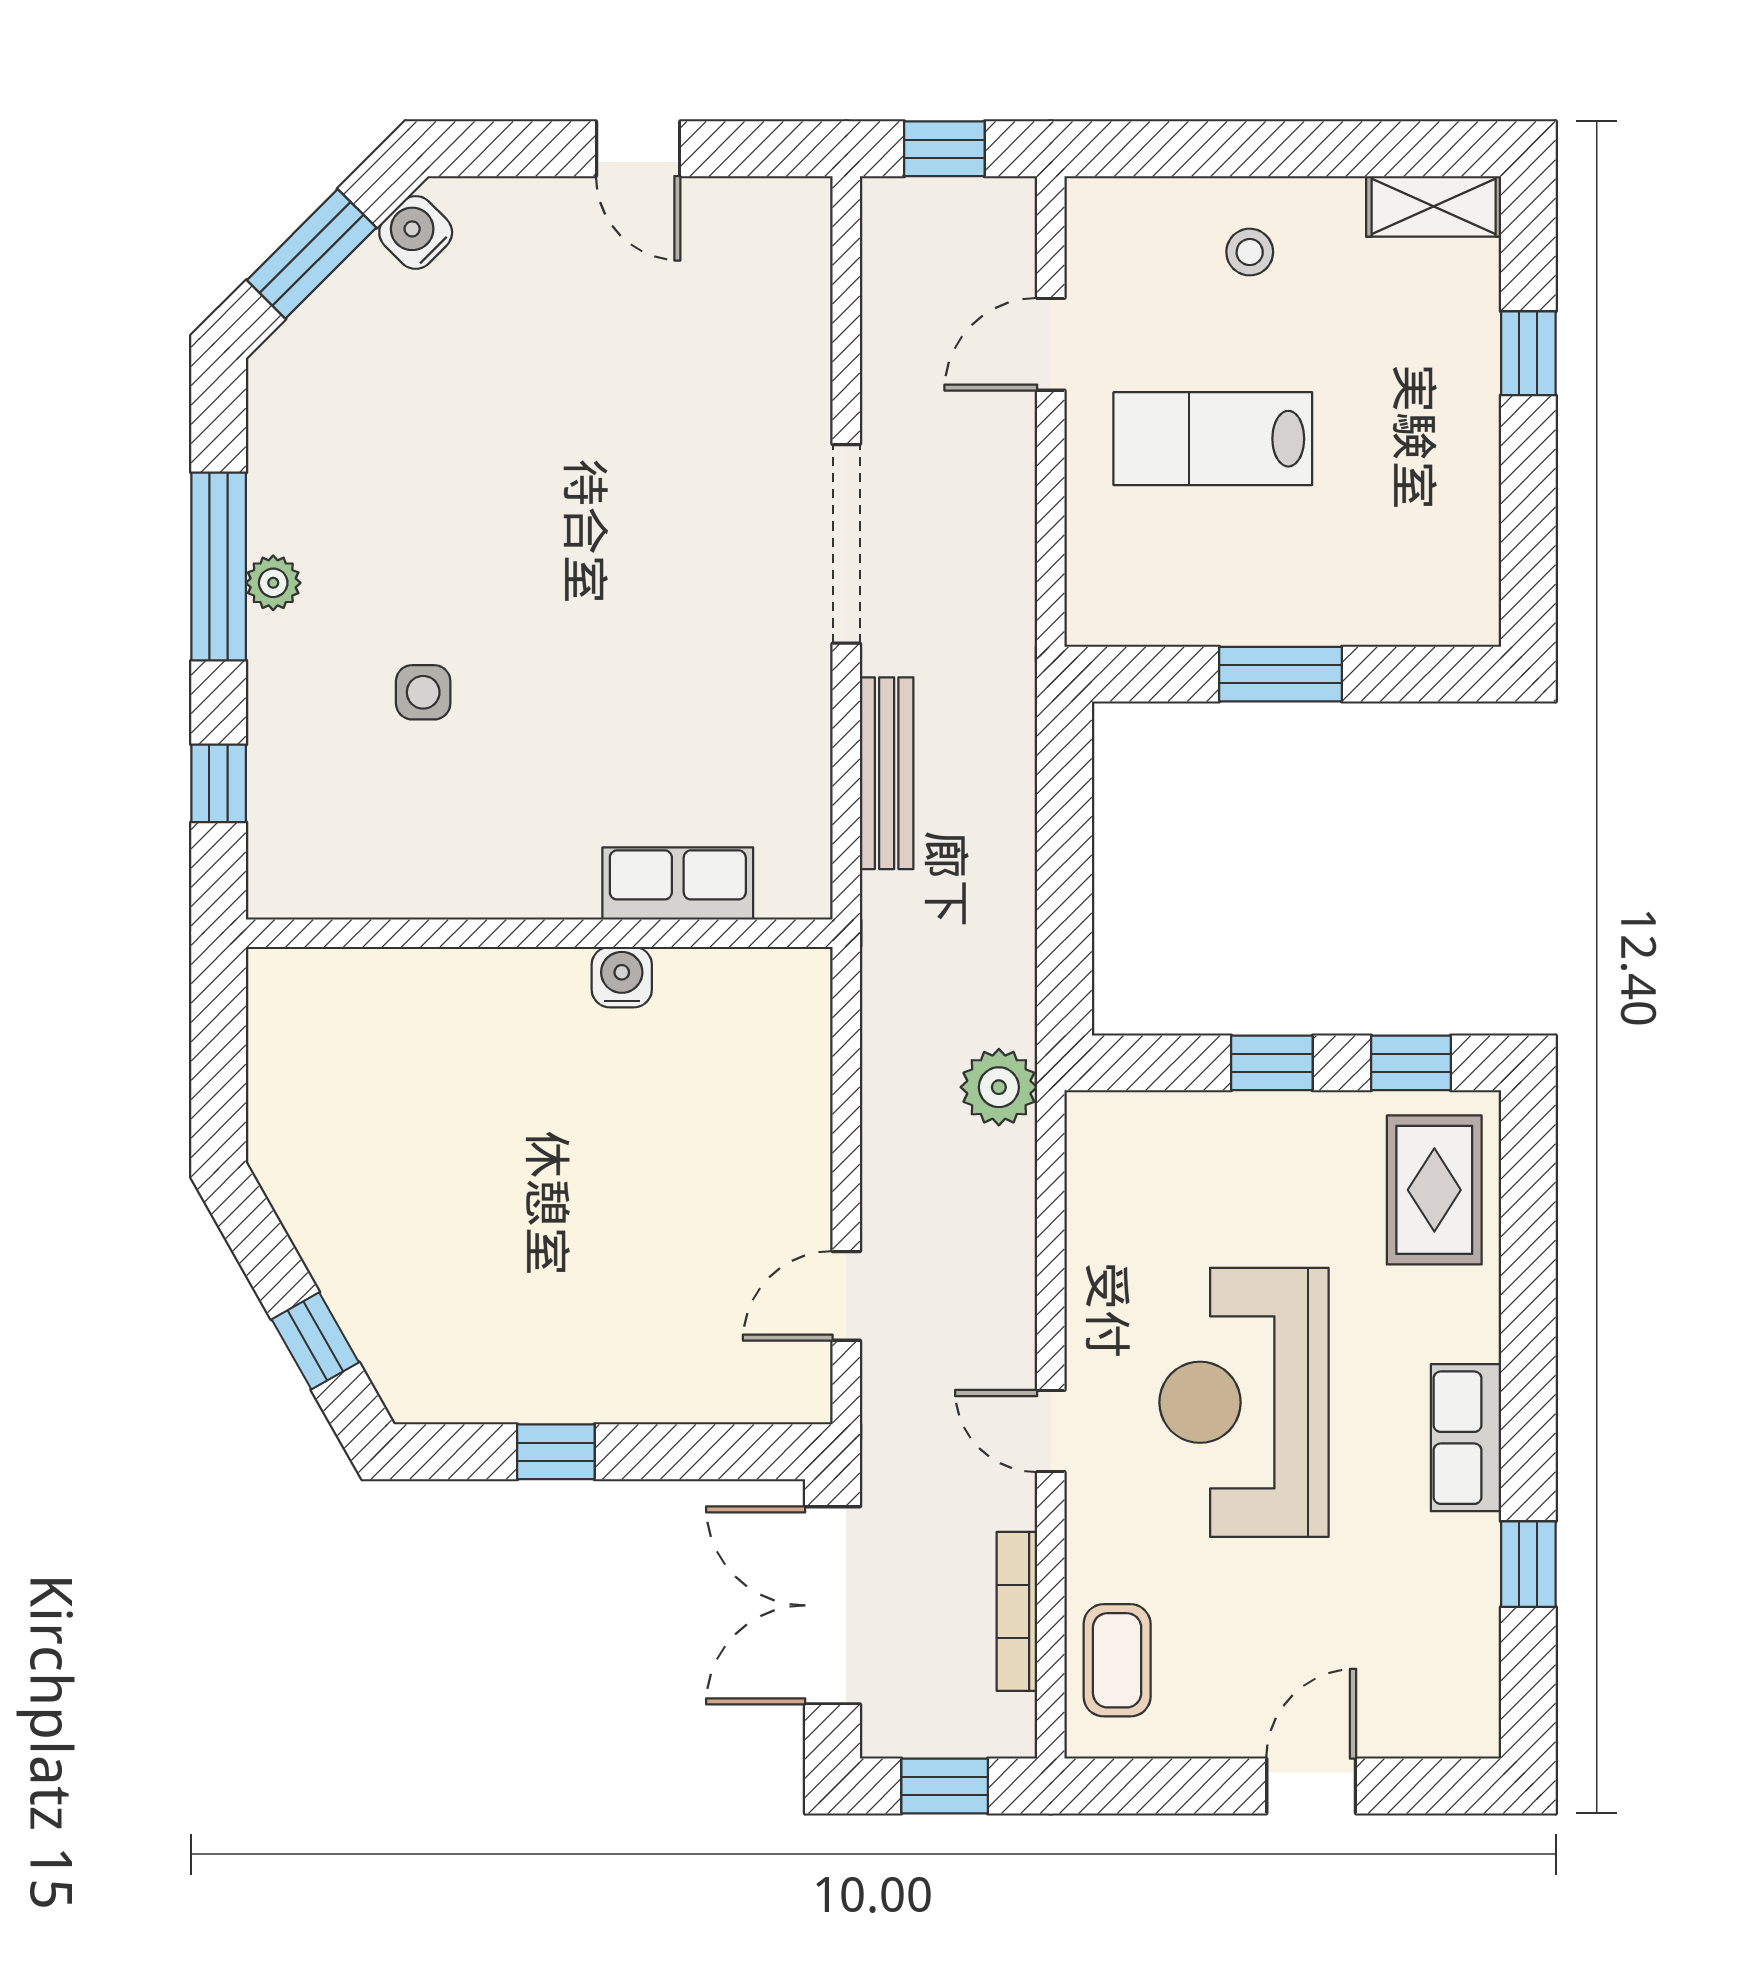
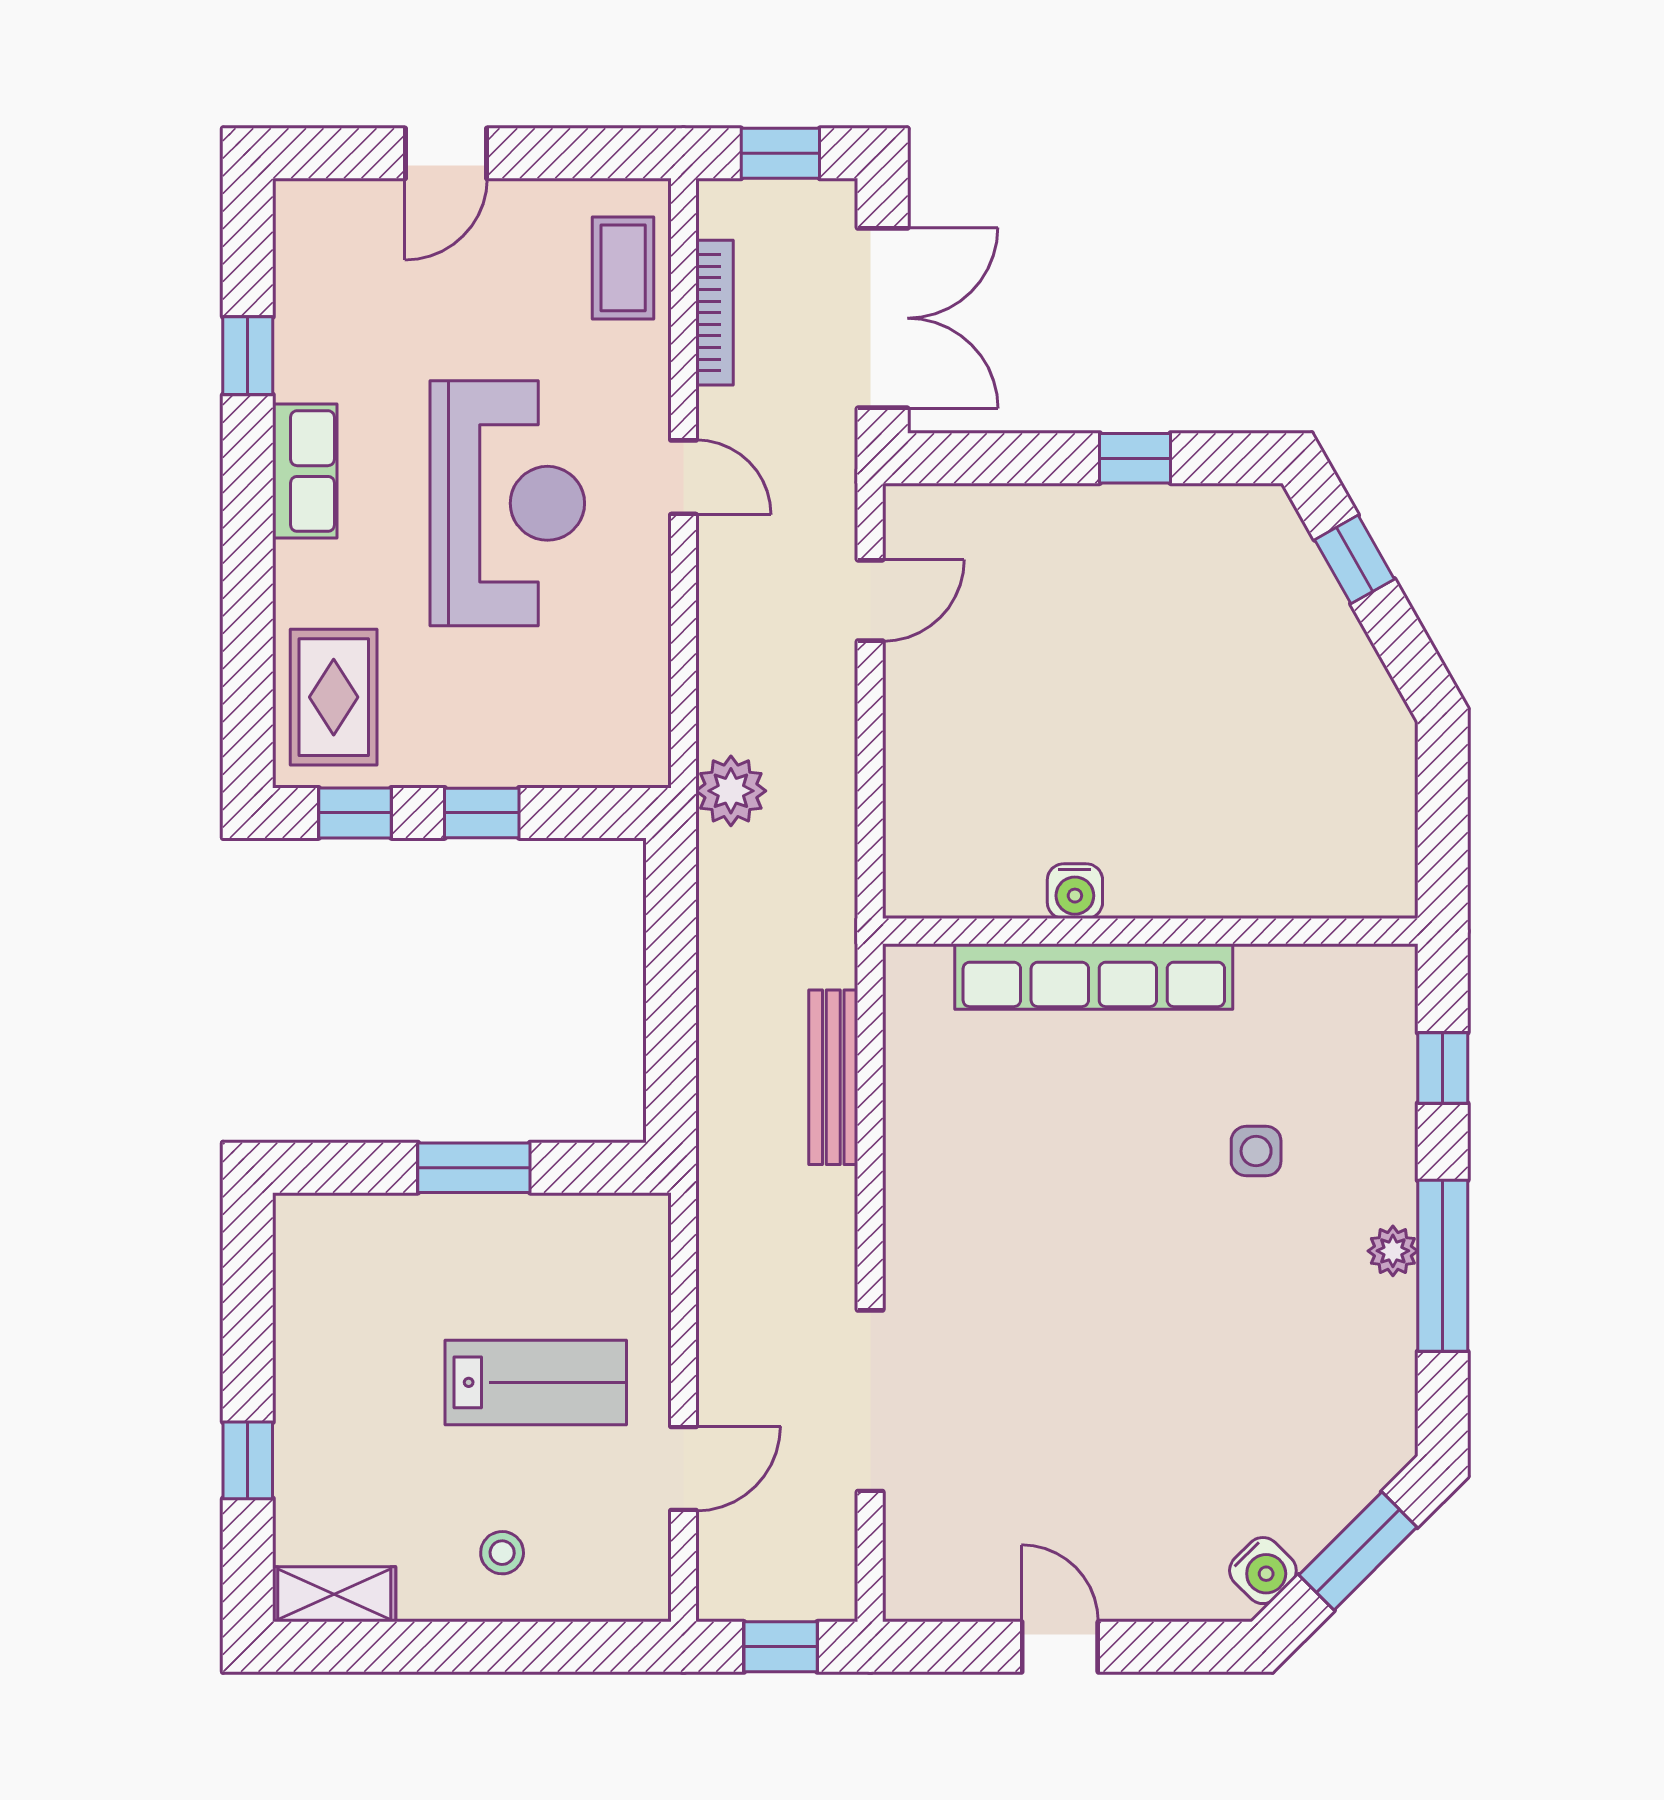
doorway: (846, 544) -> (870, 1401), moved
row of seats: (678, 884) -> (1094, 977), width x2.02

